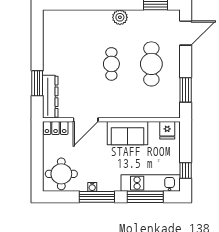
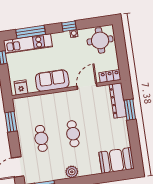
booth: (63, 23) -> (116, 160), added
cafe table: (151, 64) -> (41, 138), width x0.73, depth x0.74
window: (97, 197) -> (69, 26), width x0.46

